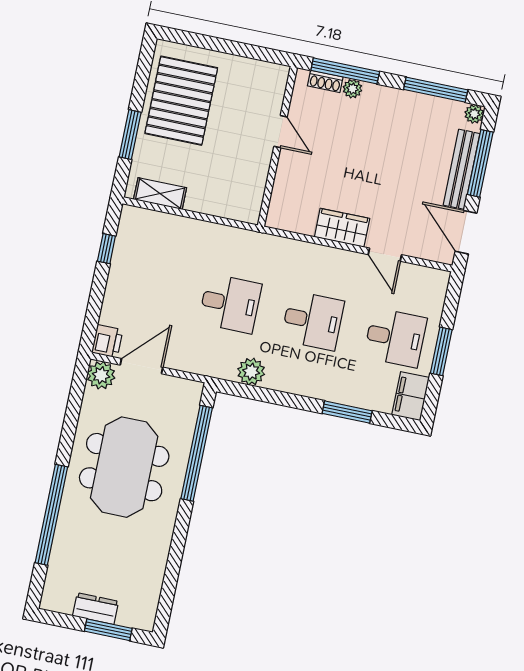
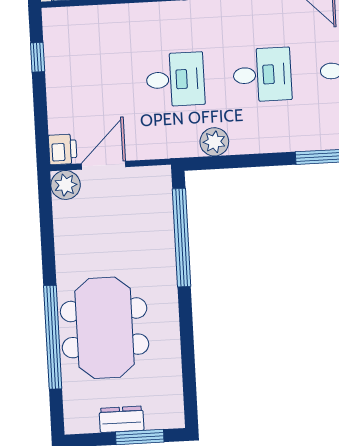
meeting table: (124, 467) -> (105, 328), moved

